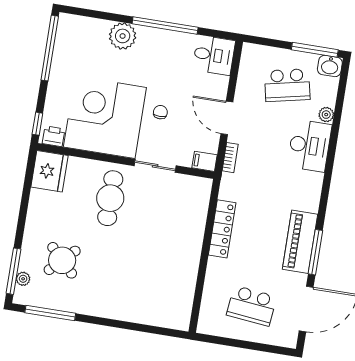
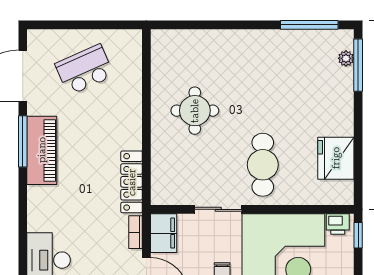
filing cabinet: (205, 161) -> (164, 233), width x2.00
fridge: (49, 171) -> (336, 158), moved
locker: (222, 229) -> (132, 182), moved
round table: (62, 260) -> (195, 111), moved, turned 45
school desk: (252, 306) -> (85, 70), turned -30

